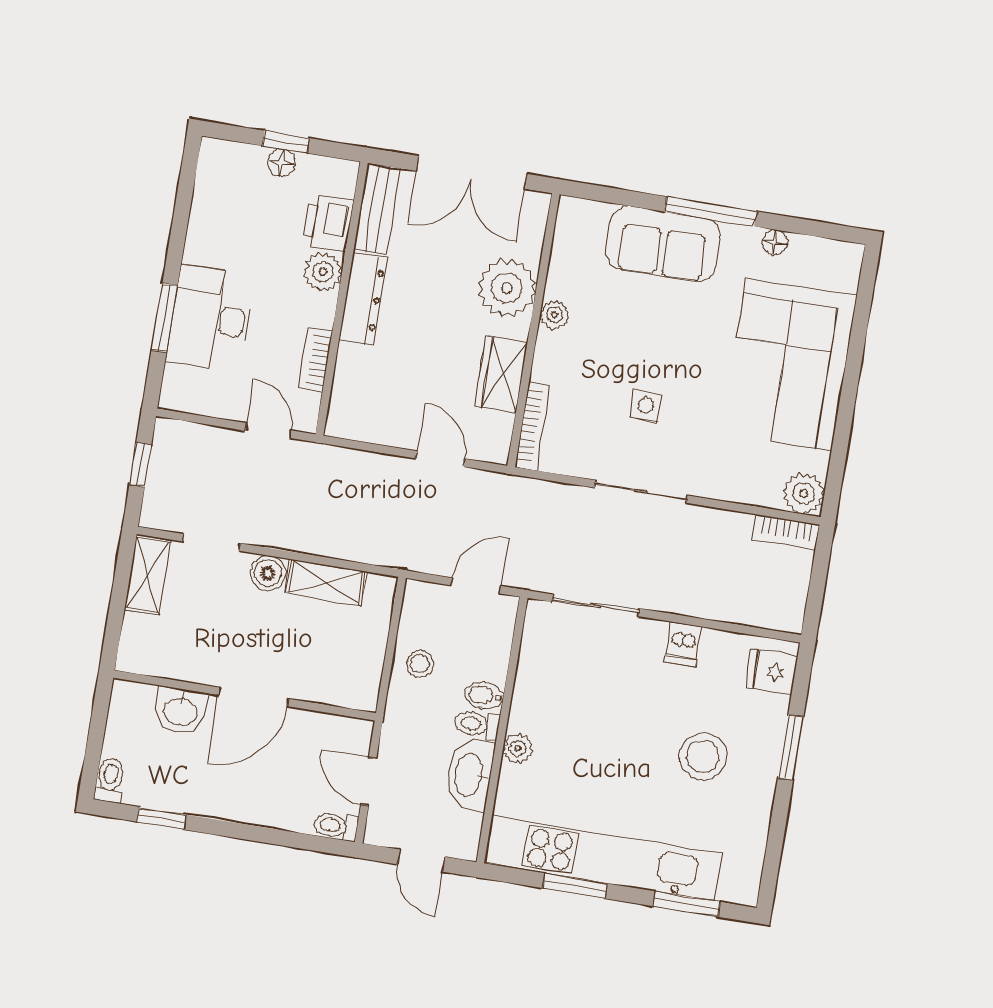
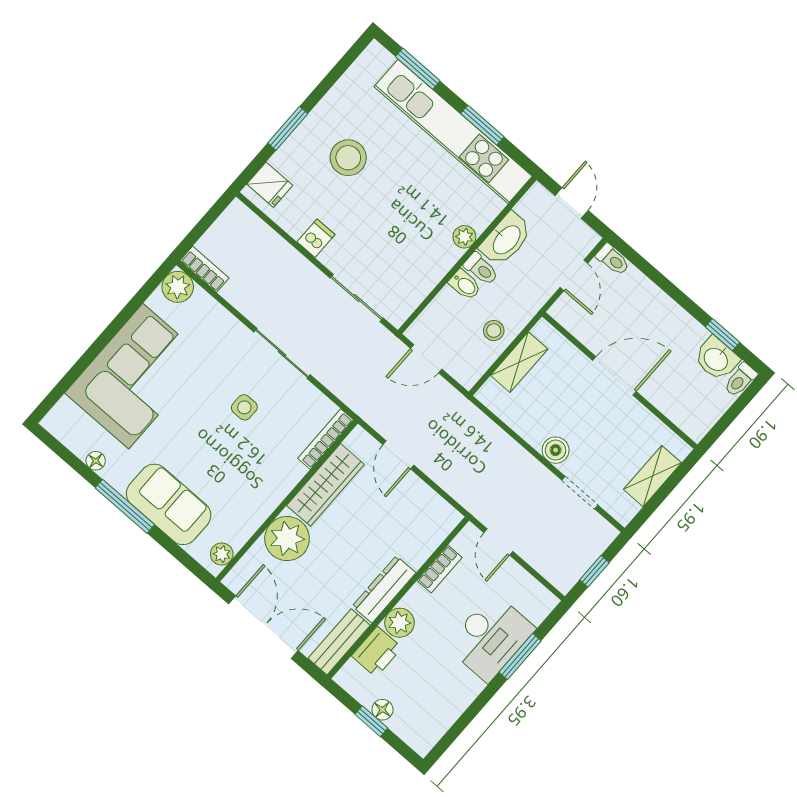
plant: (555, 315) -> (222, 554), moved
wardrobe: (501, 374) -> (325, 485), width x1.50
shelving: (147, 575) -> (652, 476), moved
shelving: (326, 582) -> (519, 362), moved, turned 90
washbasin: (181, 711) -> (716, 359), moved, turned 180

